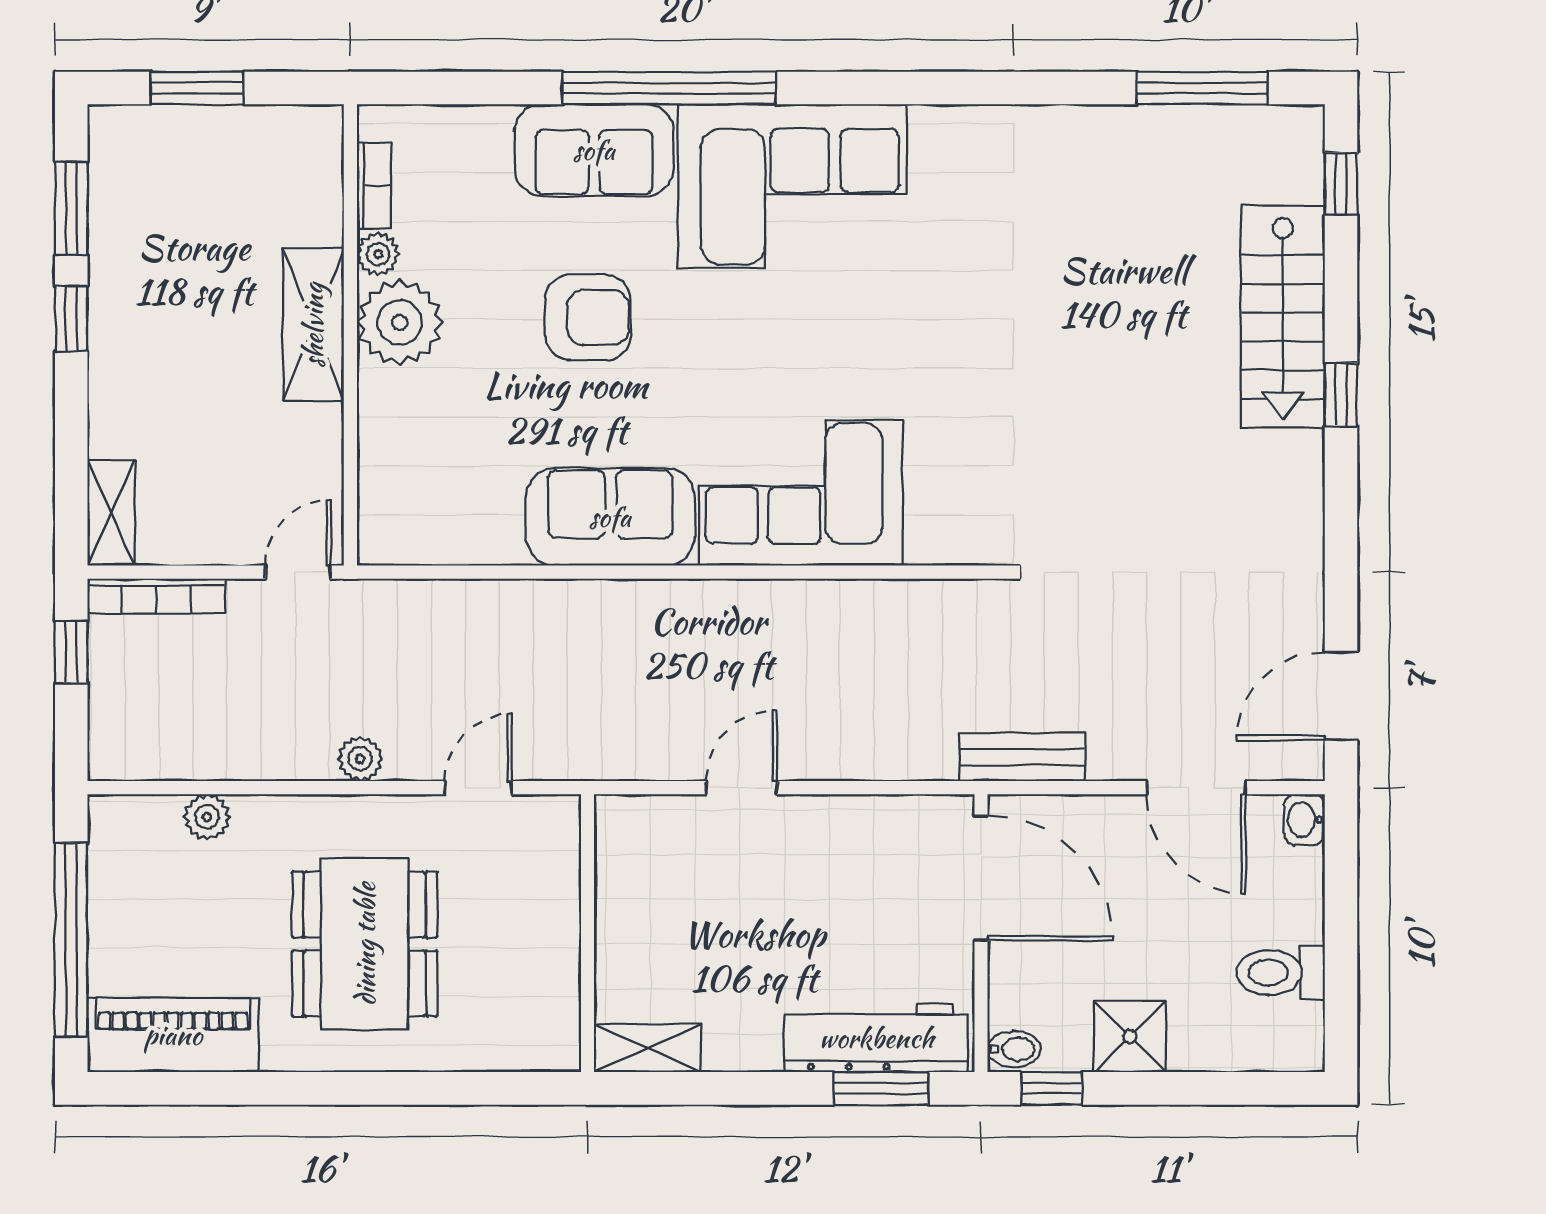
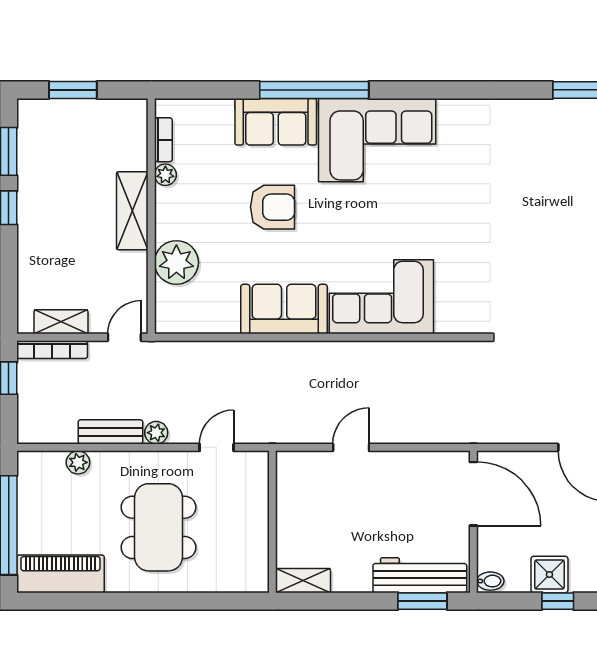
plant: (400, 322) -> (176, 262), moved
shelving: (111, 513) -> (61, 322), moved, turned 90
bench: (1022, 757) -> (110, 432), moved
window: (1051, 1088) -> (558, 601), moved

